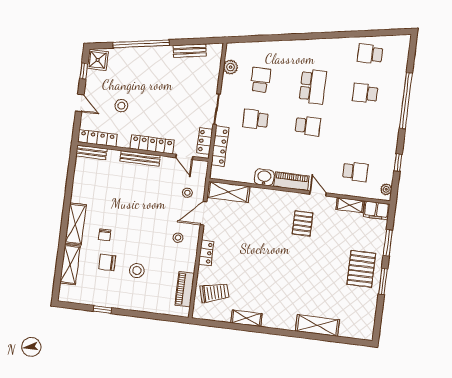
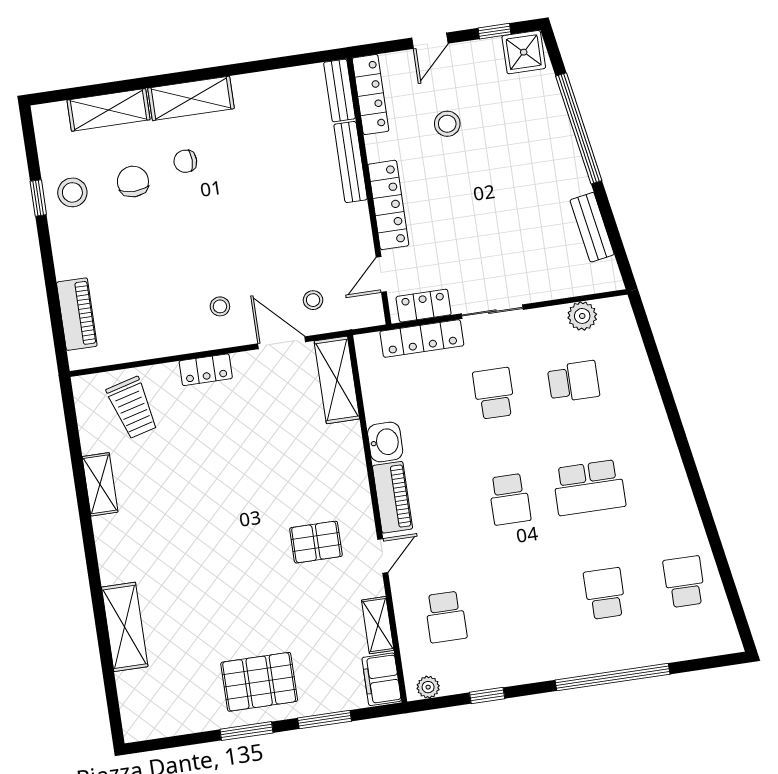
bench: (140, 158) -> (351, 162), moved
stool: (137, 271) -> (72, 192), moved
piano: (185, 289) -> (77, 314), moved, turned 90

